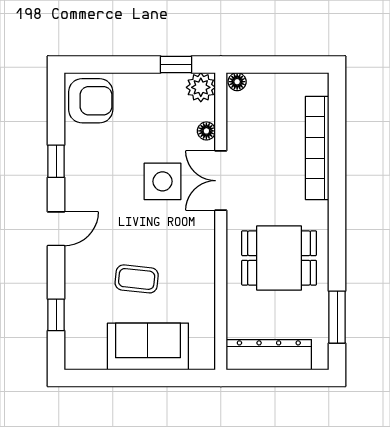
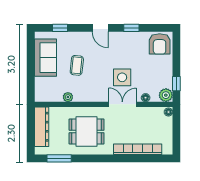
dining table: (279, 258) -> (87, 132), turned 90
plant: (205, 298) -> (68, 97), added
sofa: (148, 346) -> (45, 58), moved

